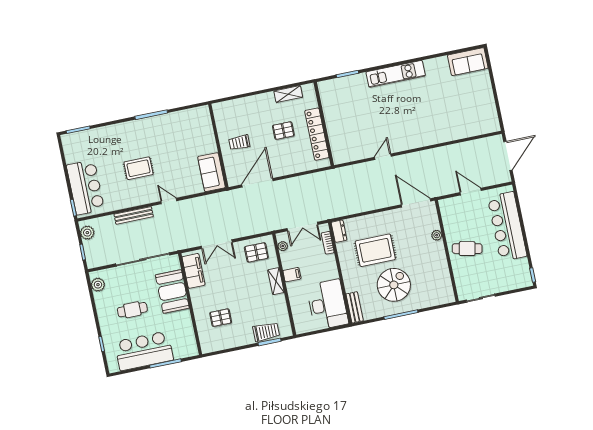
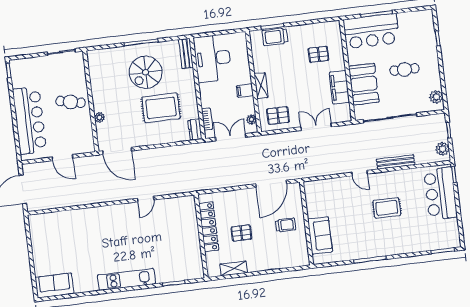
sofa: (211, 172) -> (320, 235), moved
filing cabinet: (194, 271) -> (339, 87), moved
bar counter: (144, 351) -> (371, 31), moved

